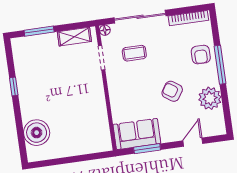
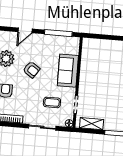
sliding door: (140, 17) -> (42, 127), width x0.73
sofa: (137, 134) -> (68, 71), moved, turned 90
window: (147, 149) -> (58, 33), width x1.44

